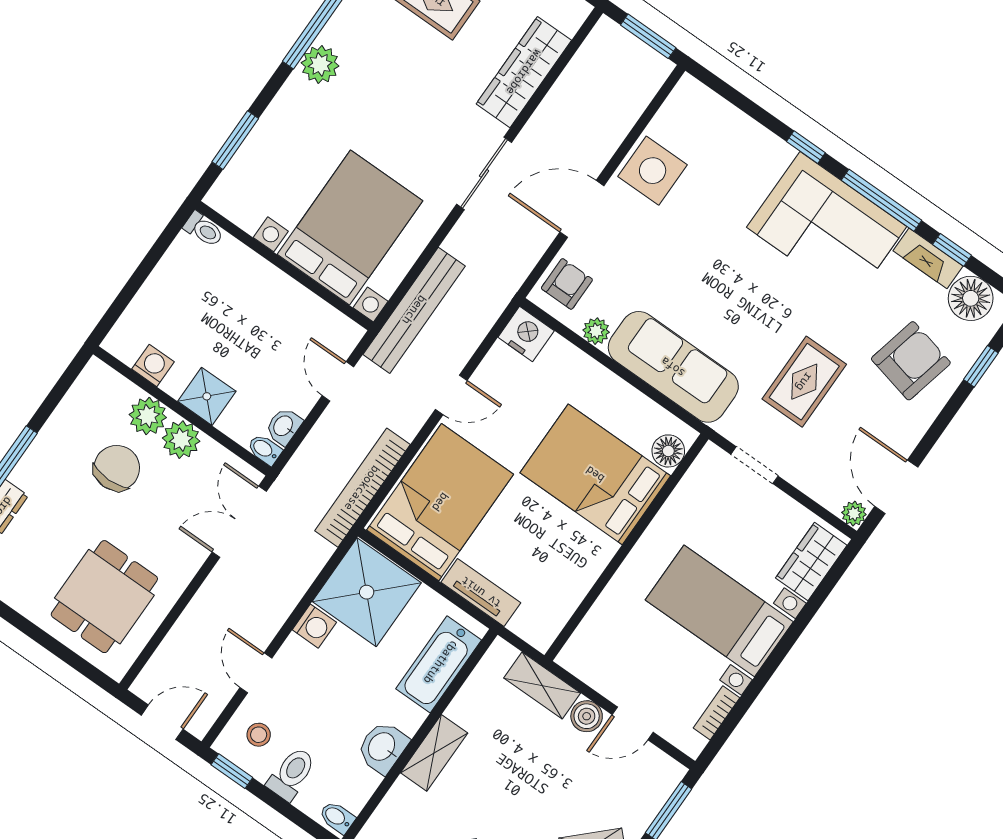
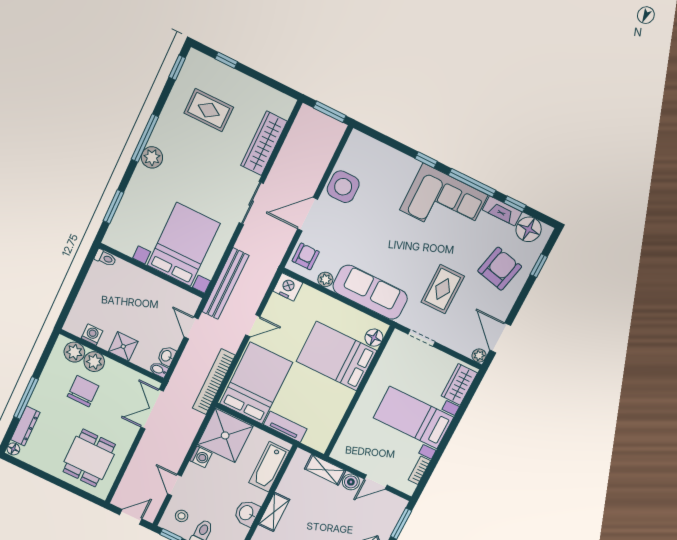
plant: (181, 440) -> (74, 352), moved

